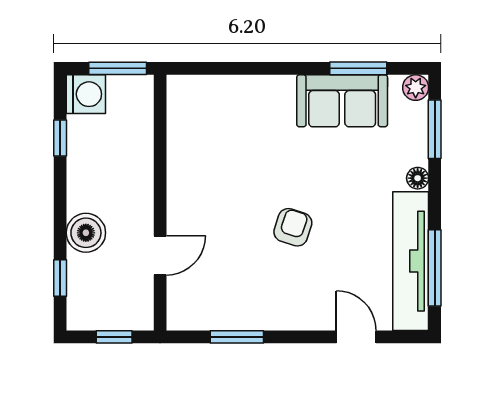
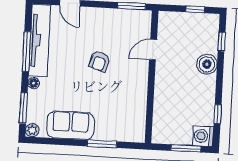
window: (358, 68) -> (102, 144), moved
wall: (160, 203) -> (152, 77), moved
door: (160, 255) -> (153, 50), moved
window: (435, 268) -> (26, 52), moved

